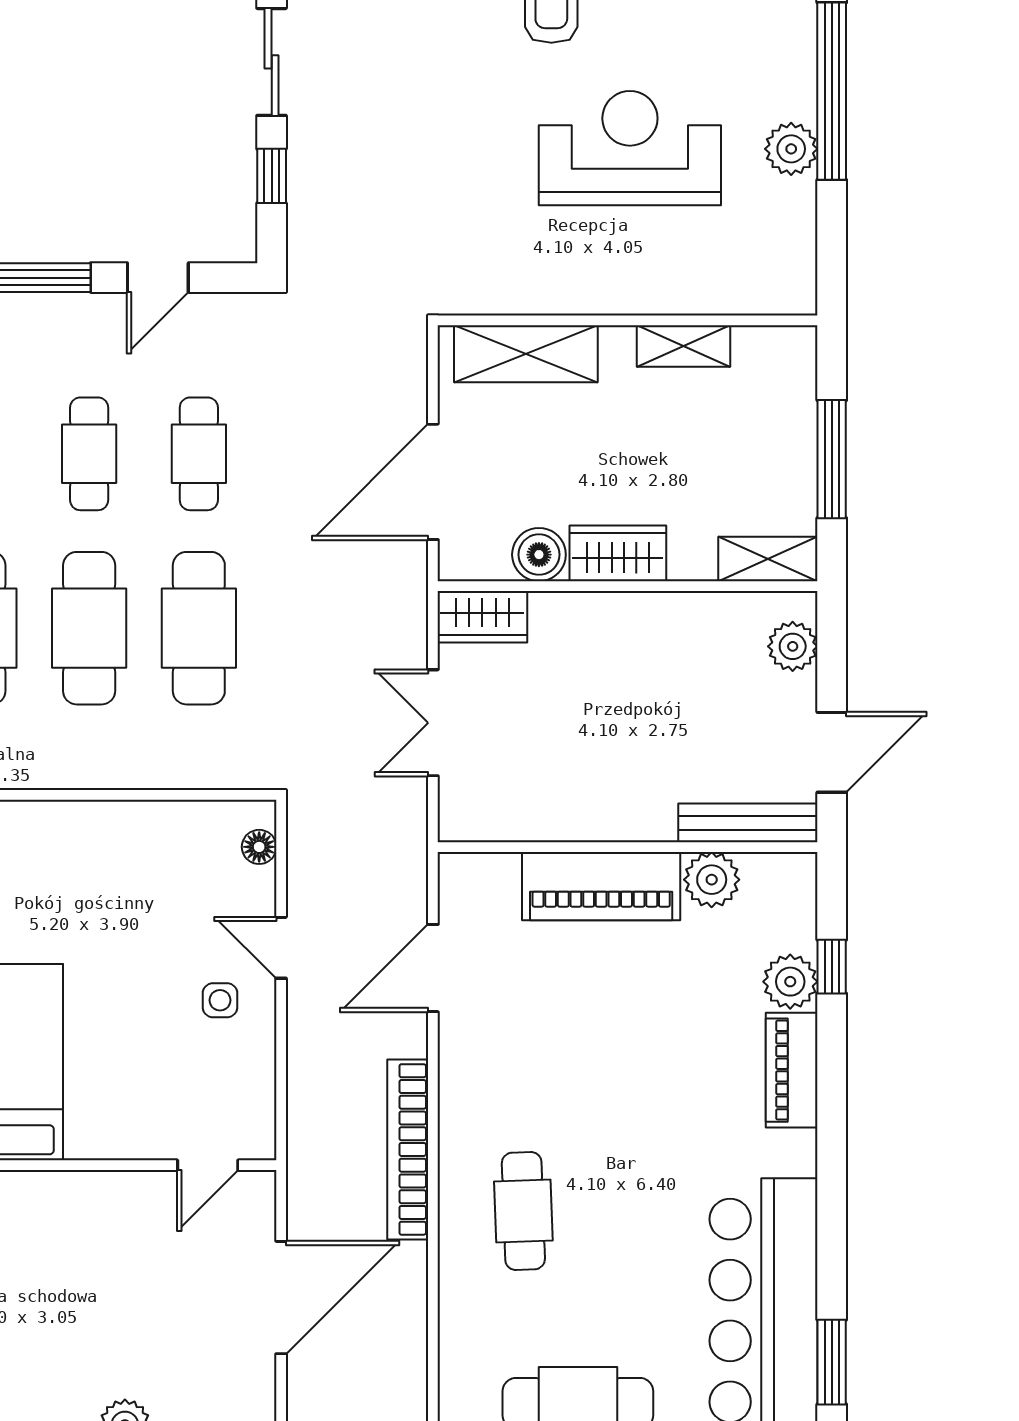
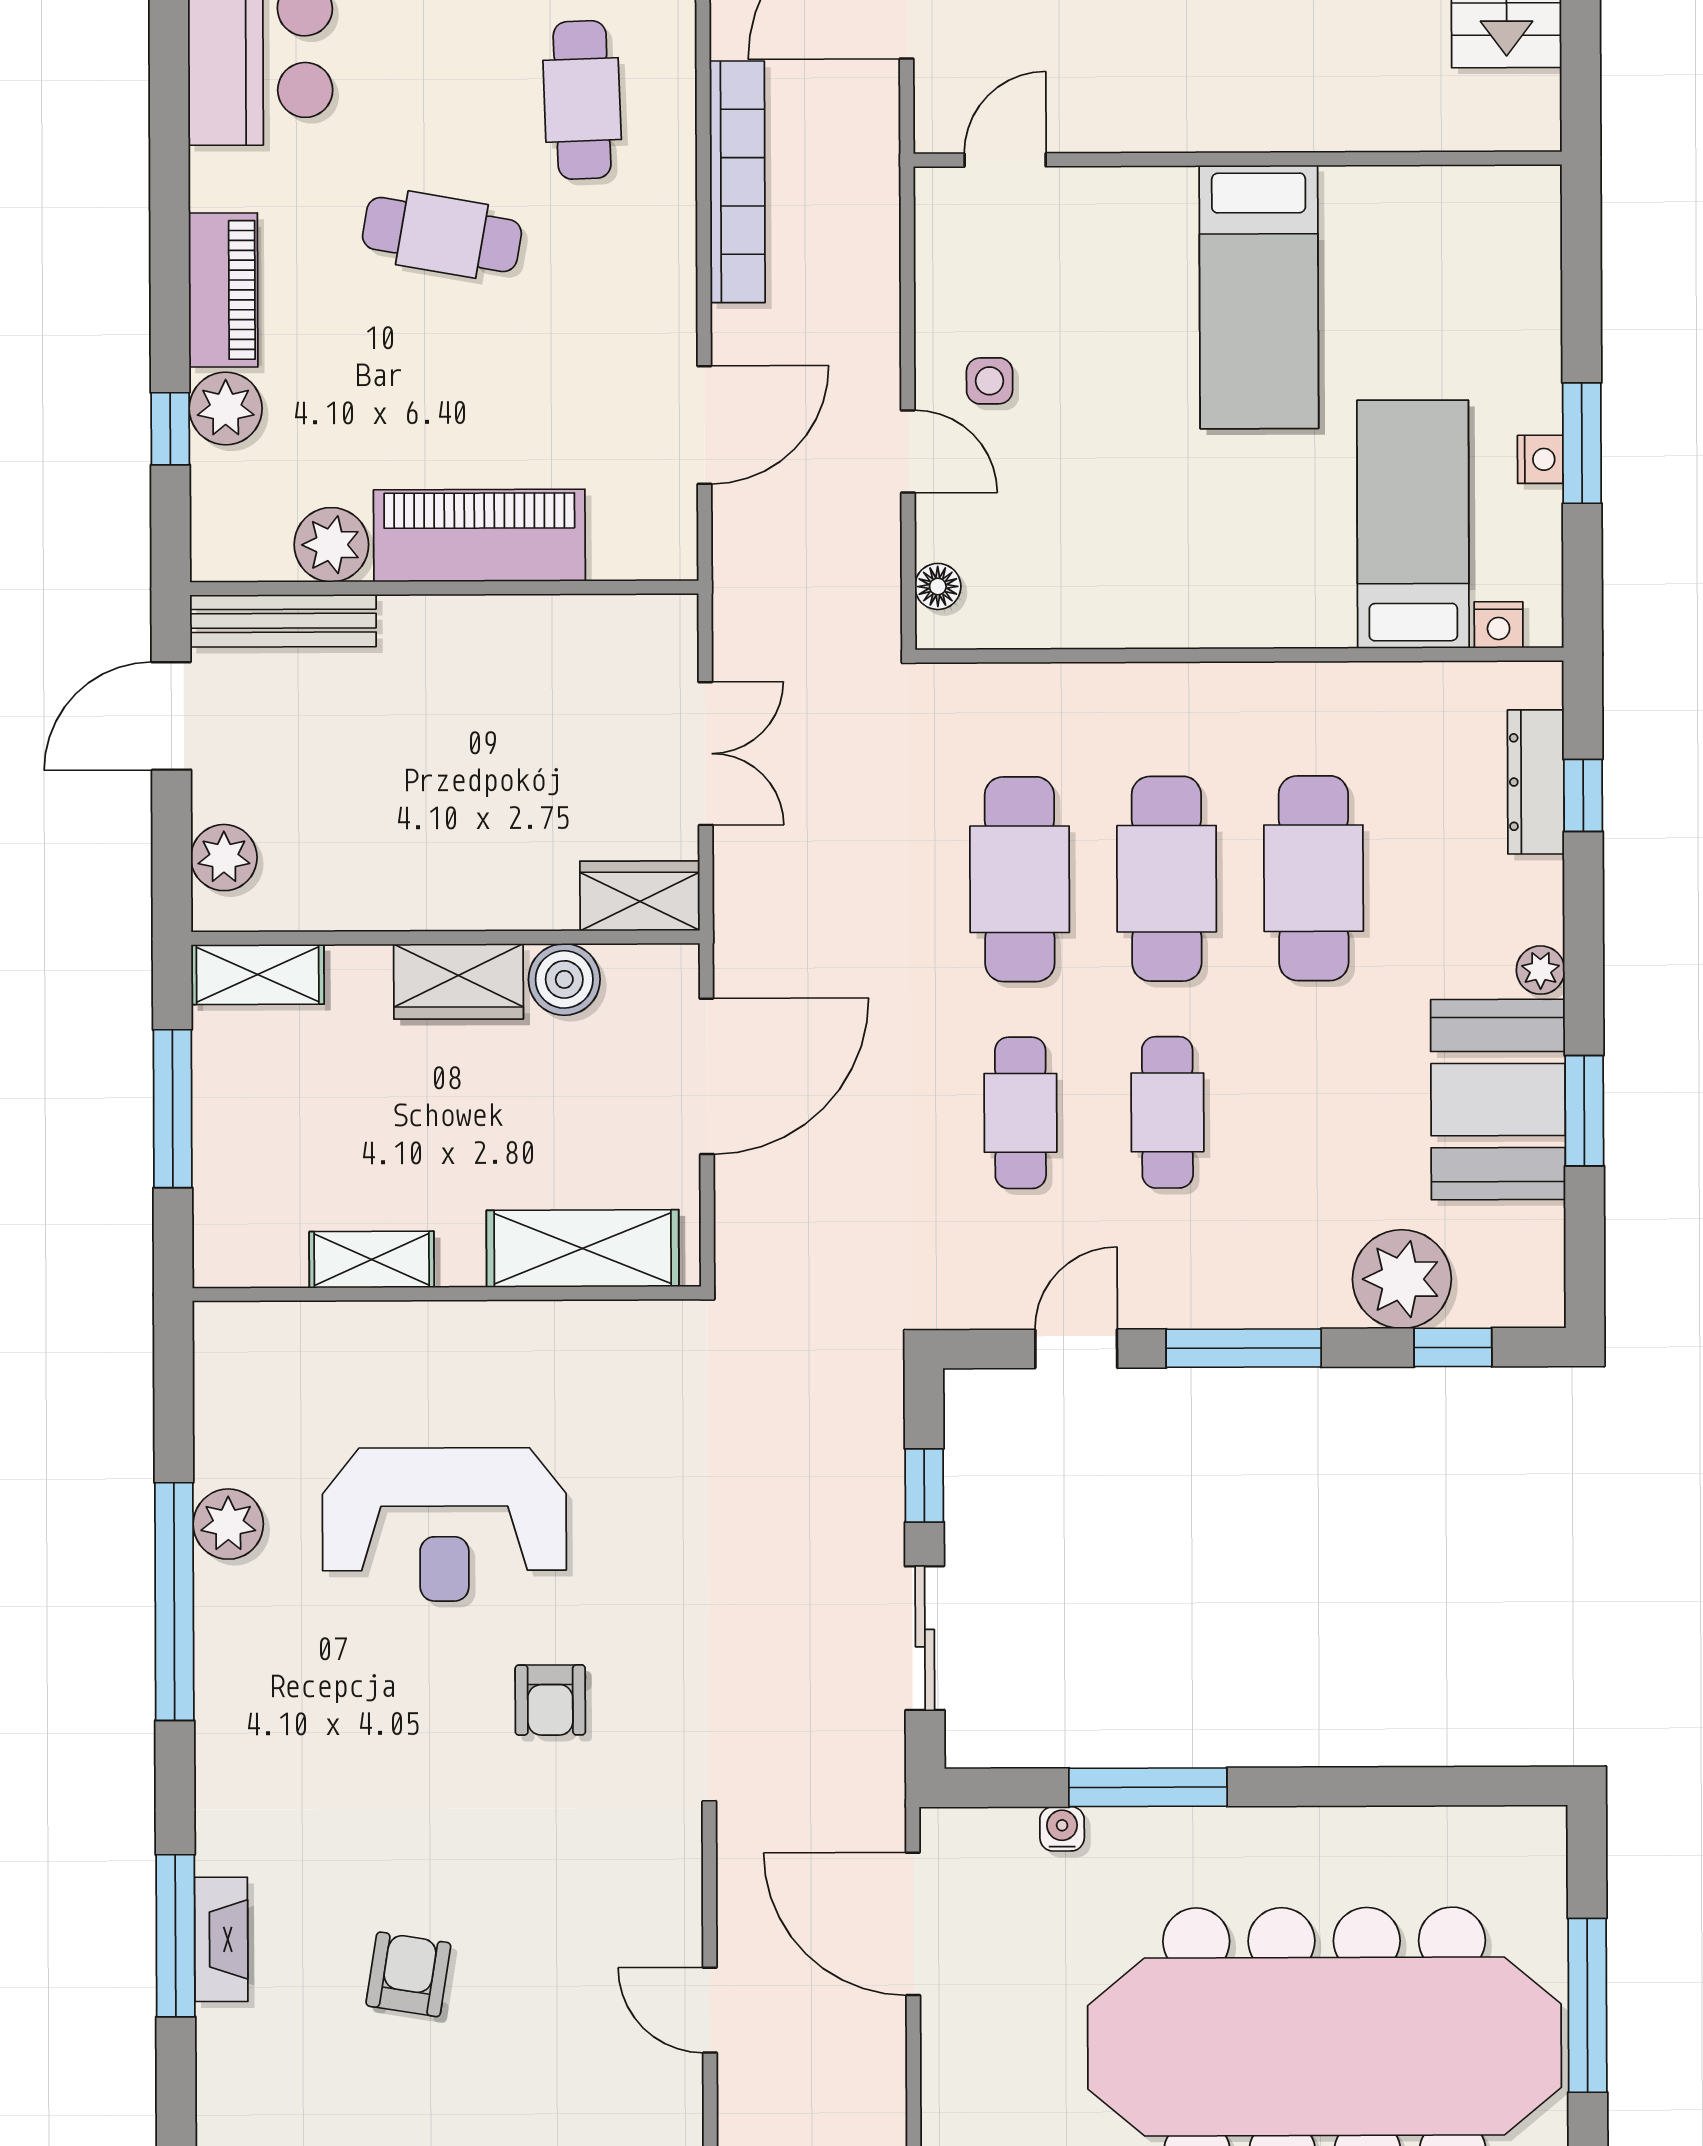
cafe table: (628, 1111) -> (442, 235), added

